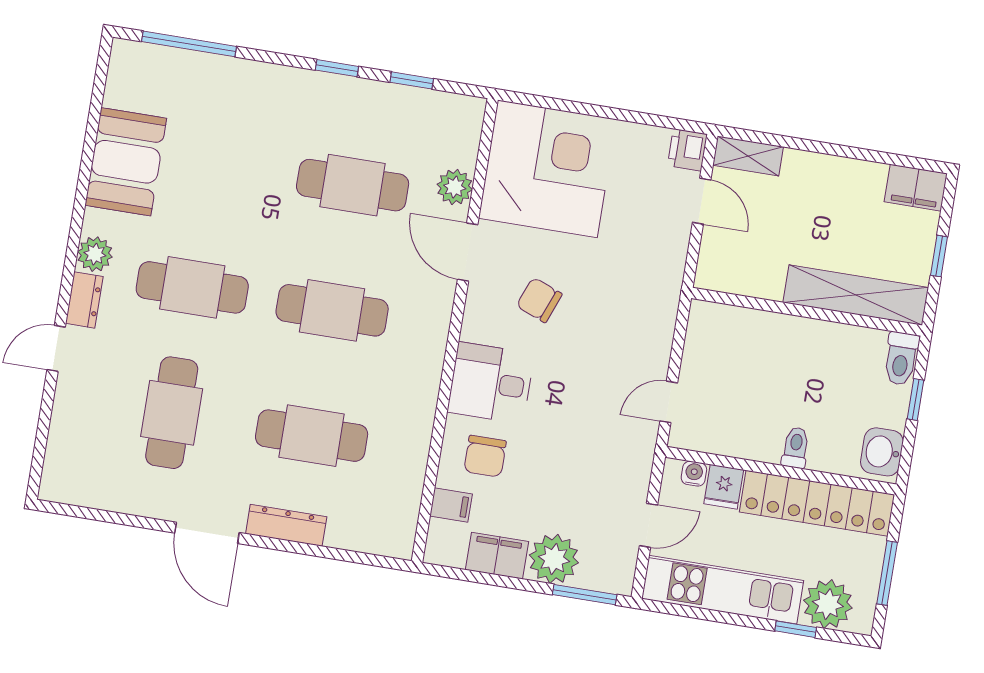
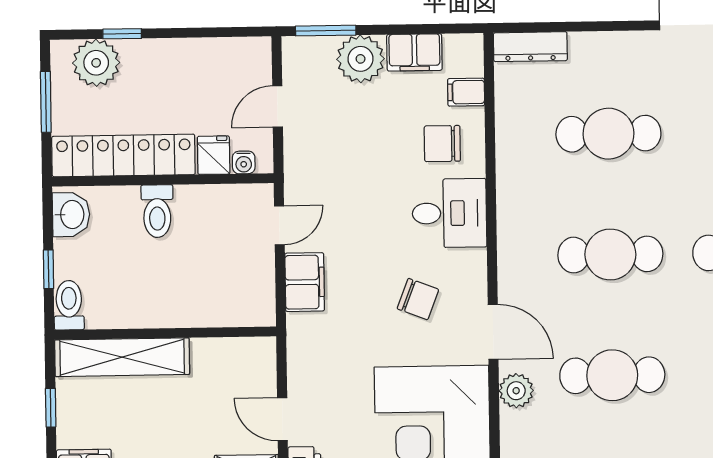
filing cabinet: (653, 339) -> (305, 282), added
toilet: (796, 448) -> (157, 211), width x1.37, depth x1.39
chair: (485, 456) -> (442, 144), turned -90
dresser: (286, 525) -> (530, 47), moved
kitchen unit: (723, 590) -> (197, 59), removed

